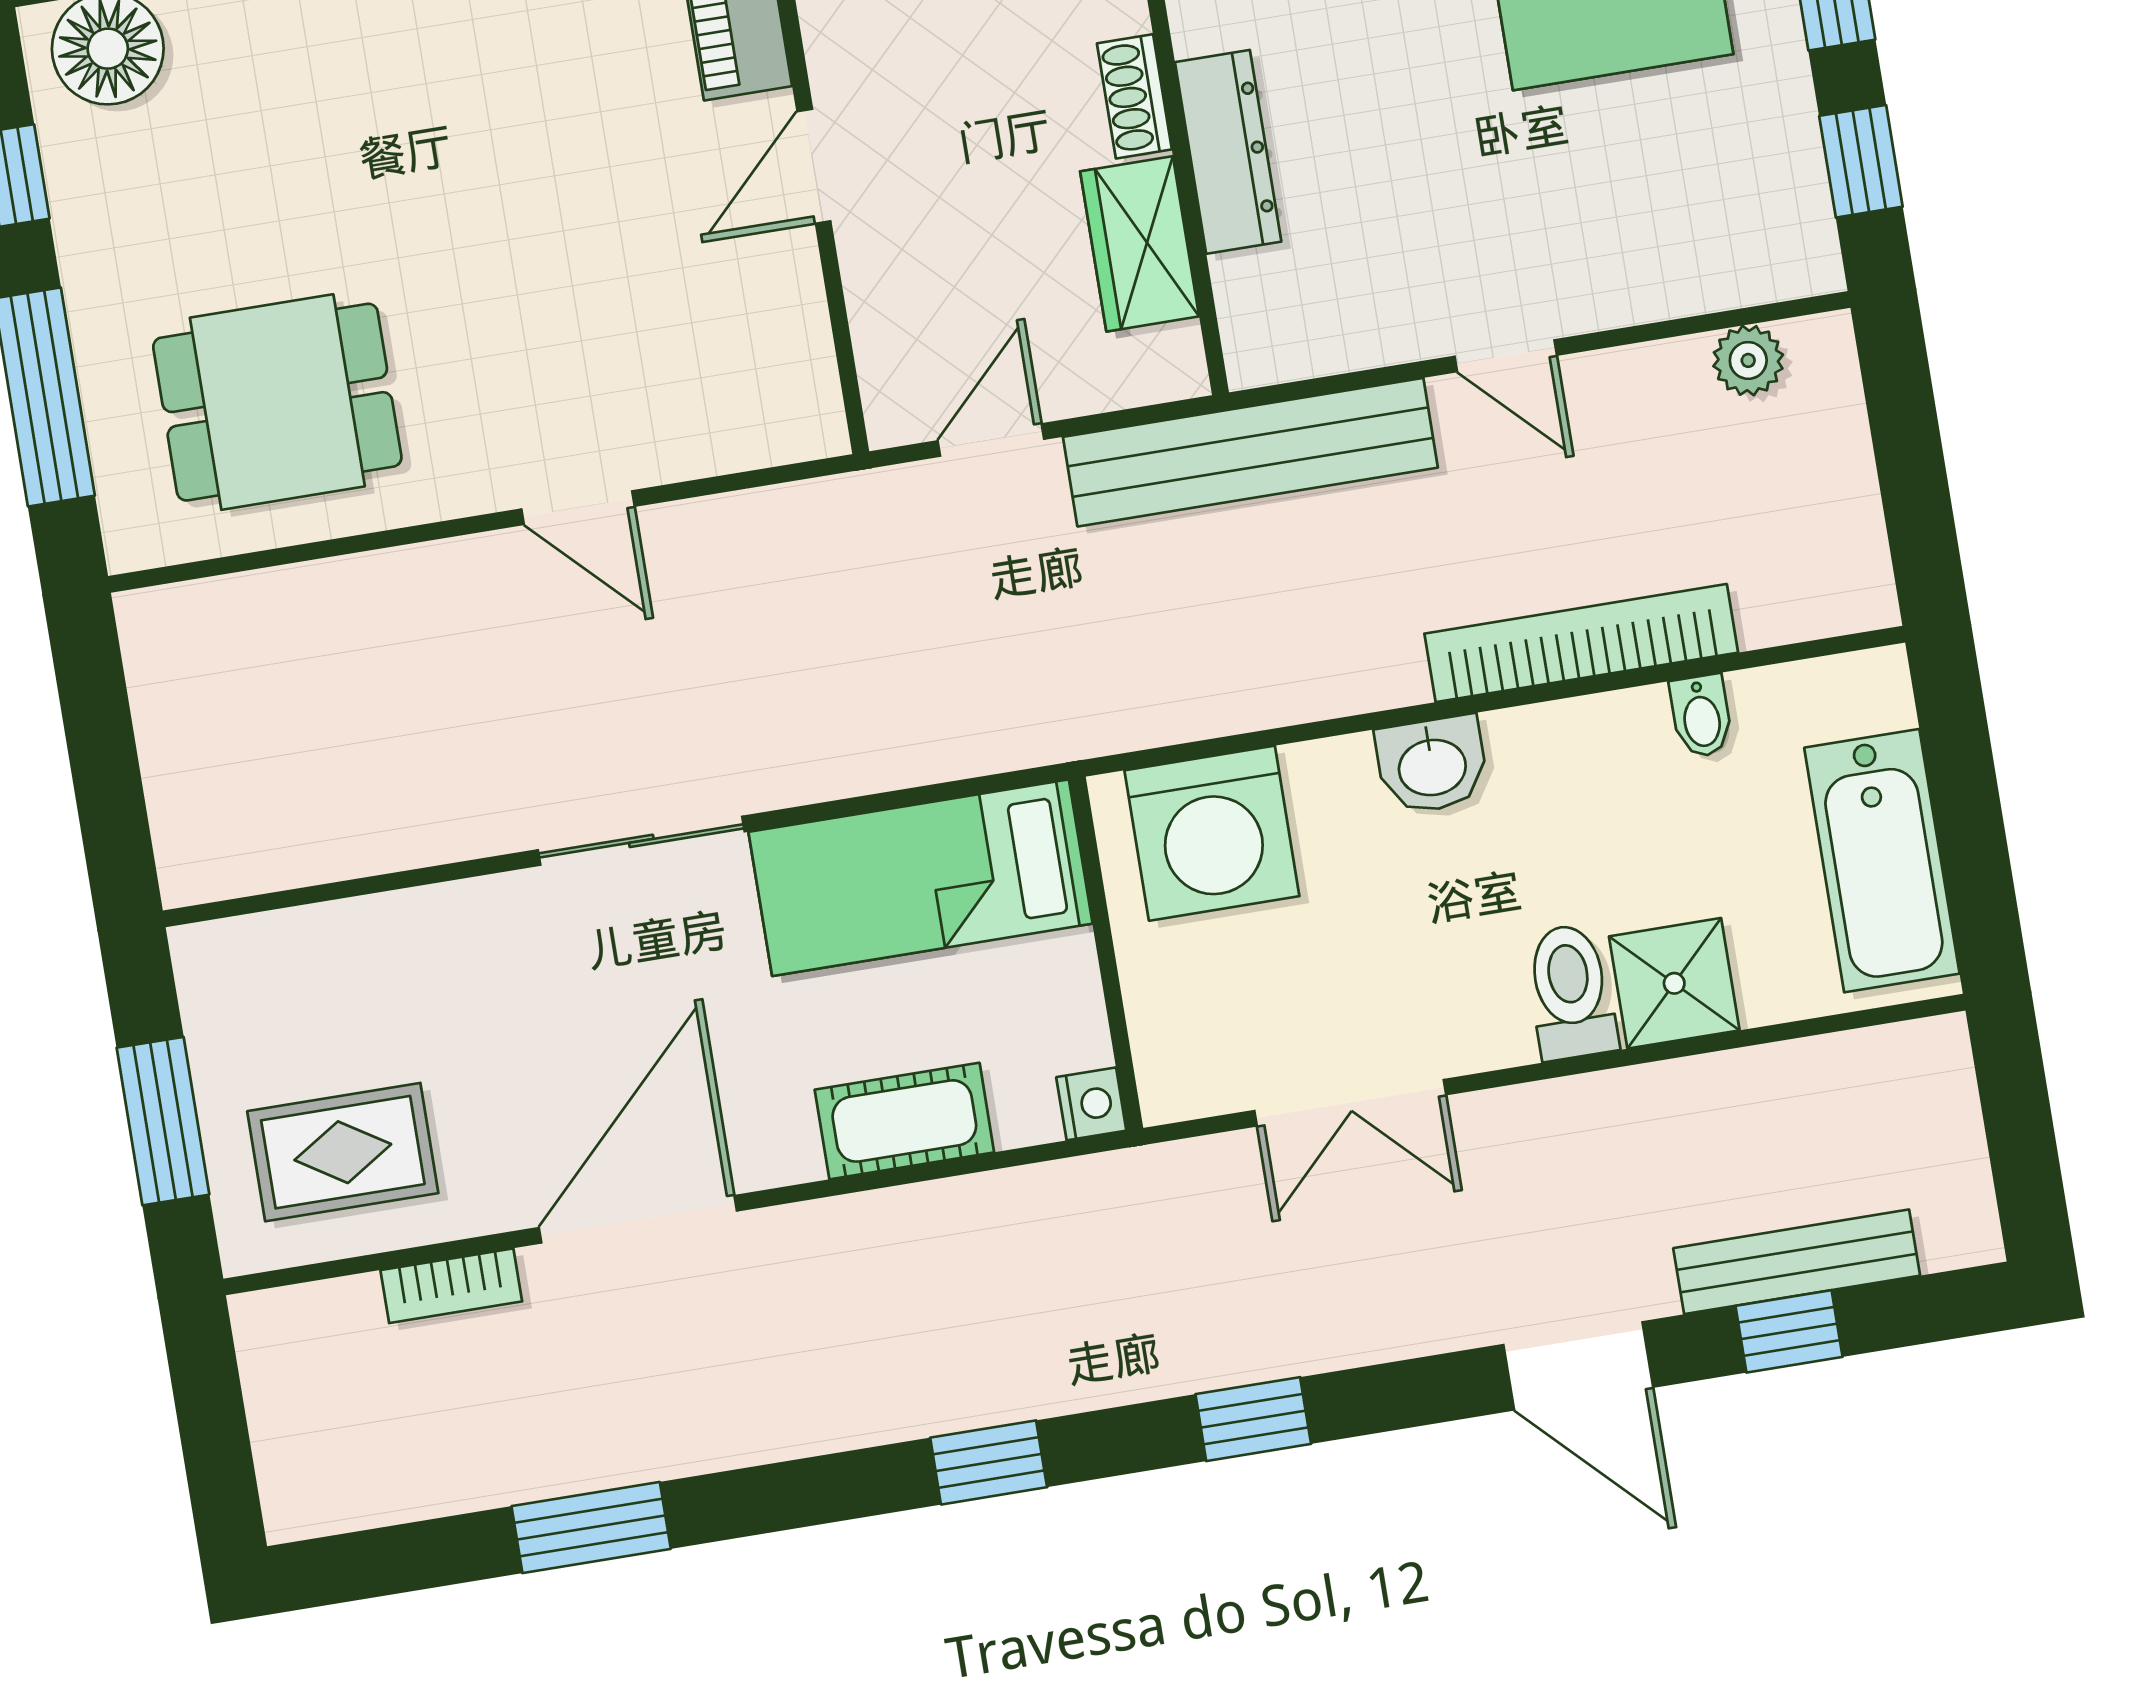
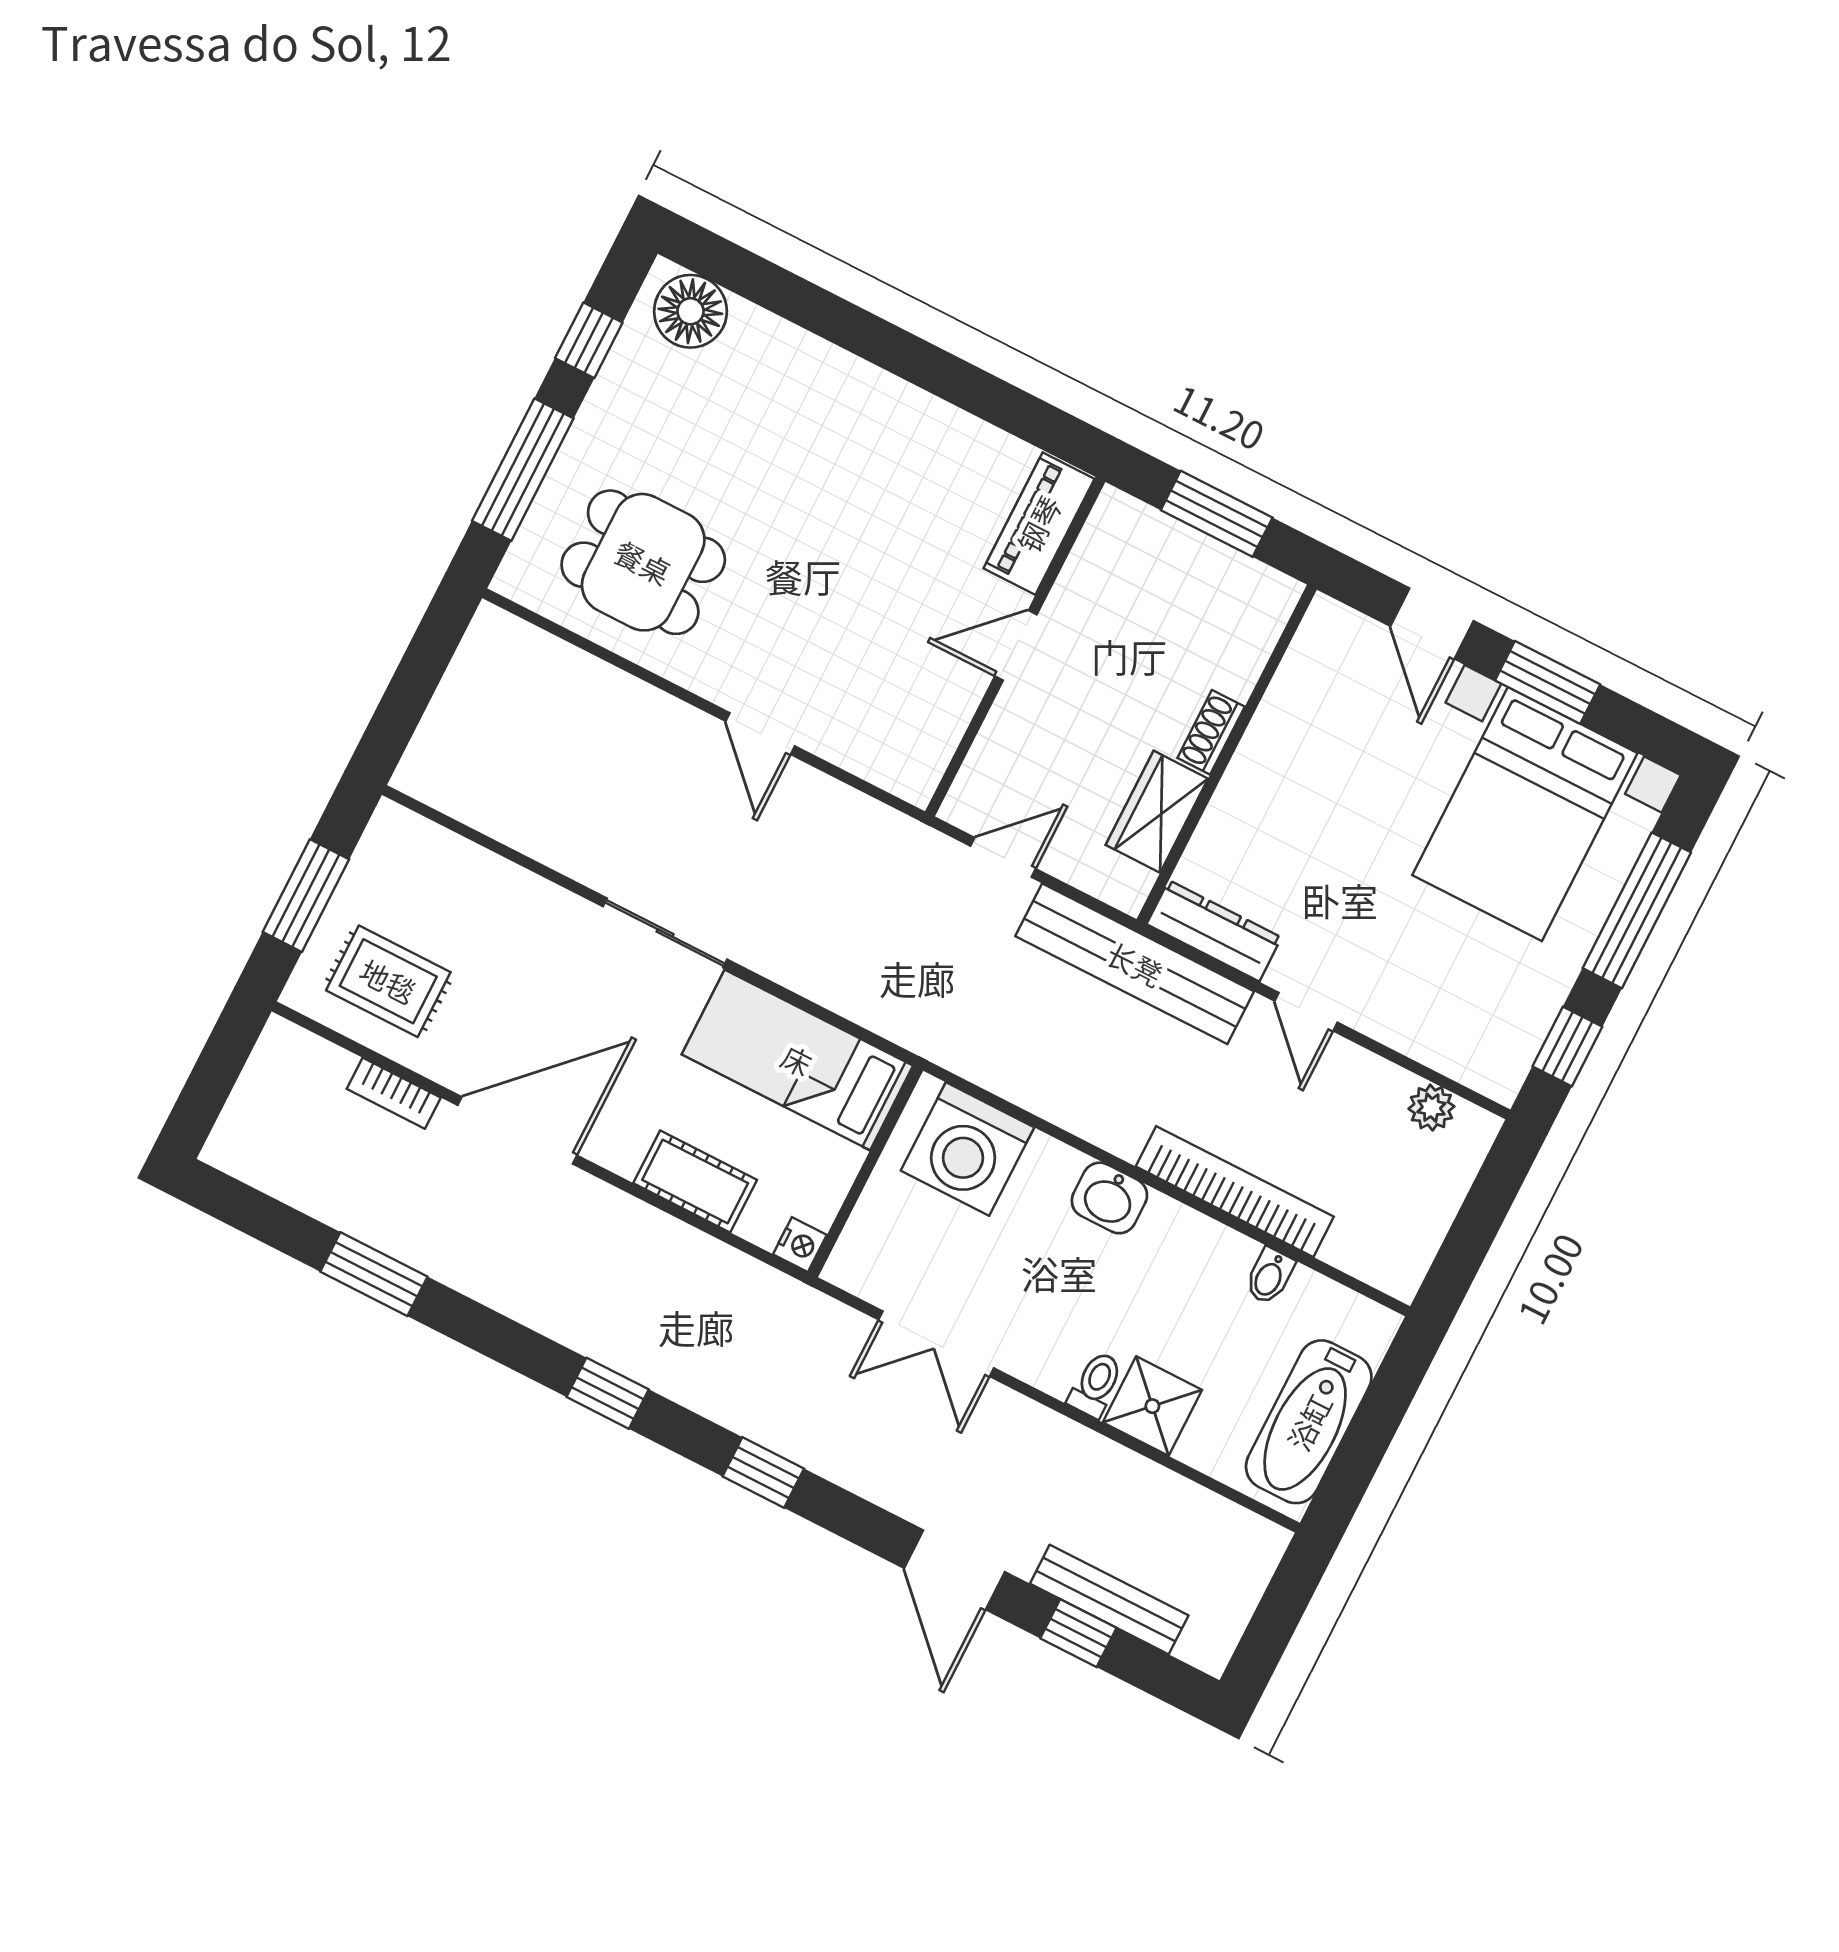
dresser: (1228, 152) -> (1214, 931), moved, turned -90
toilet: (1571, 992) -> (1096, 1384), width x0.73, depth x0.72

